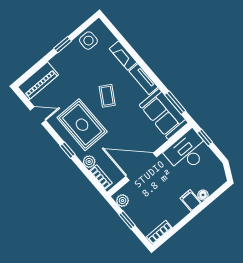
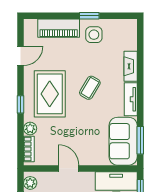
side table: (88, 41) -> (94, 35), moved
piano: (38, 81) -> (59, 28), moved
door: (38, 115) -> (21, 56), hinge flipped
door: (141, 167) -> (69, 168), width x0.53

